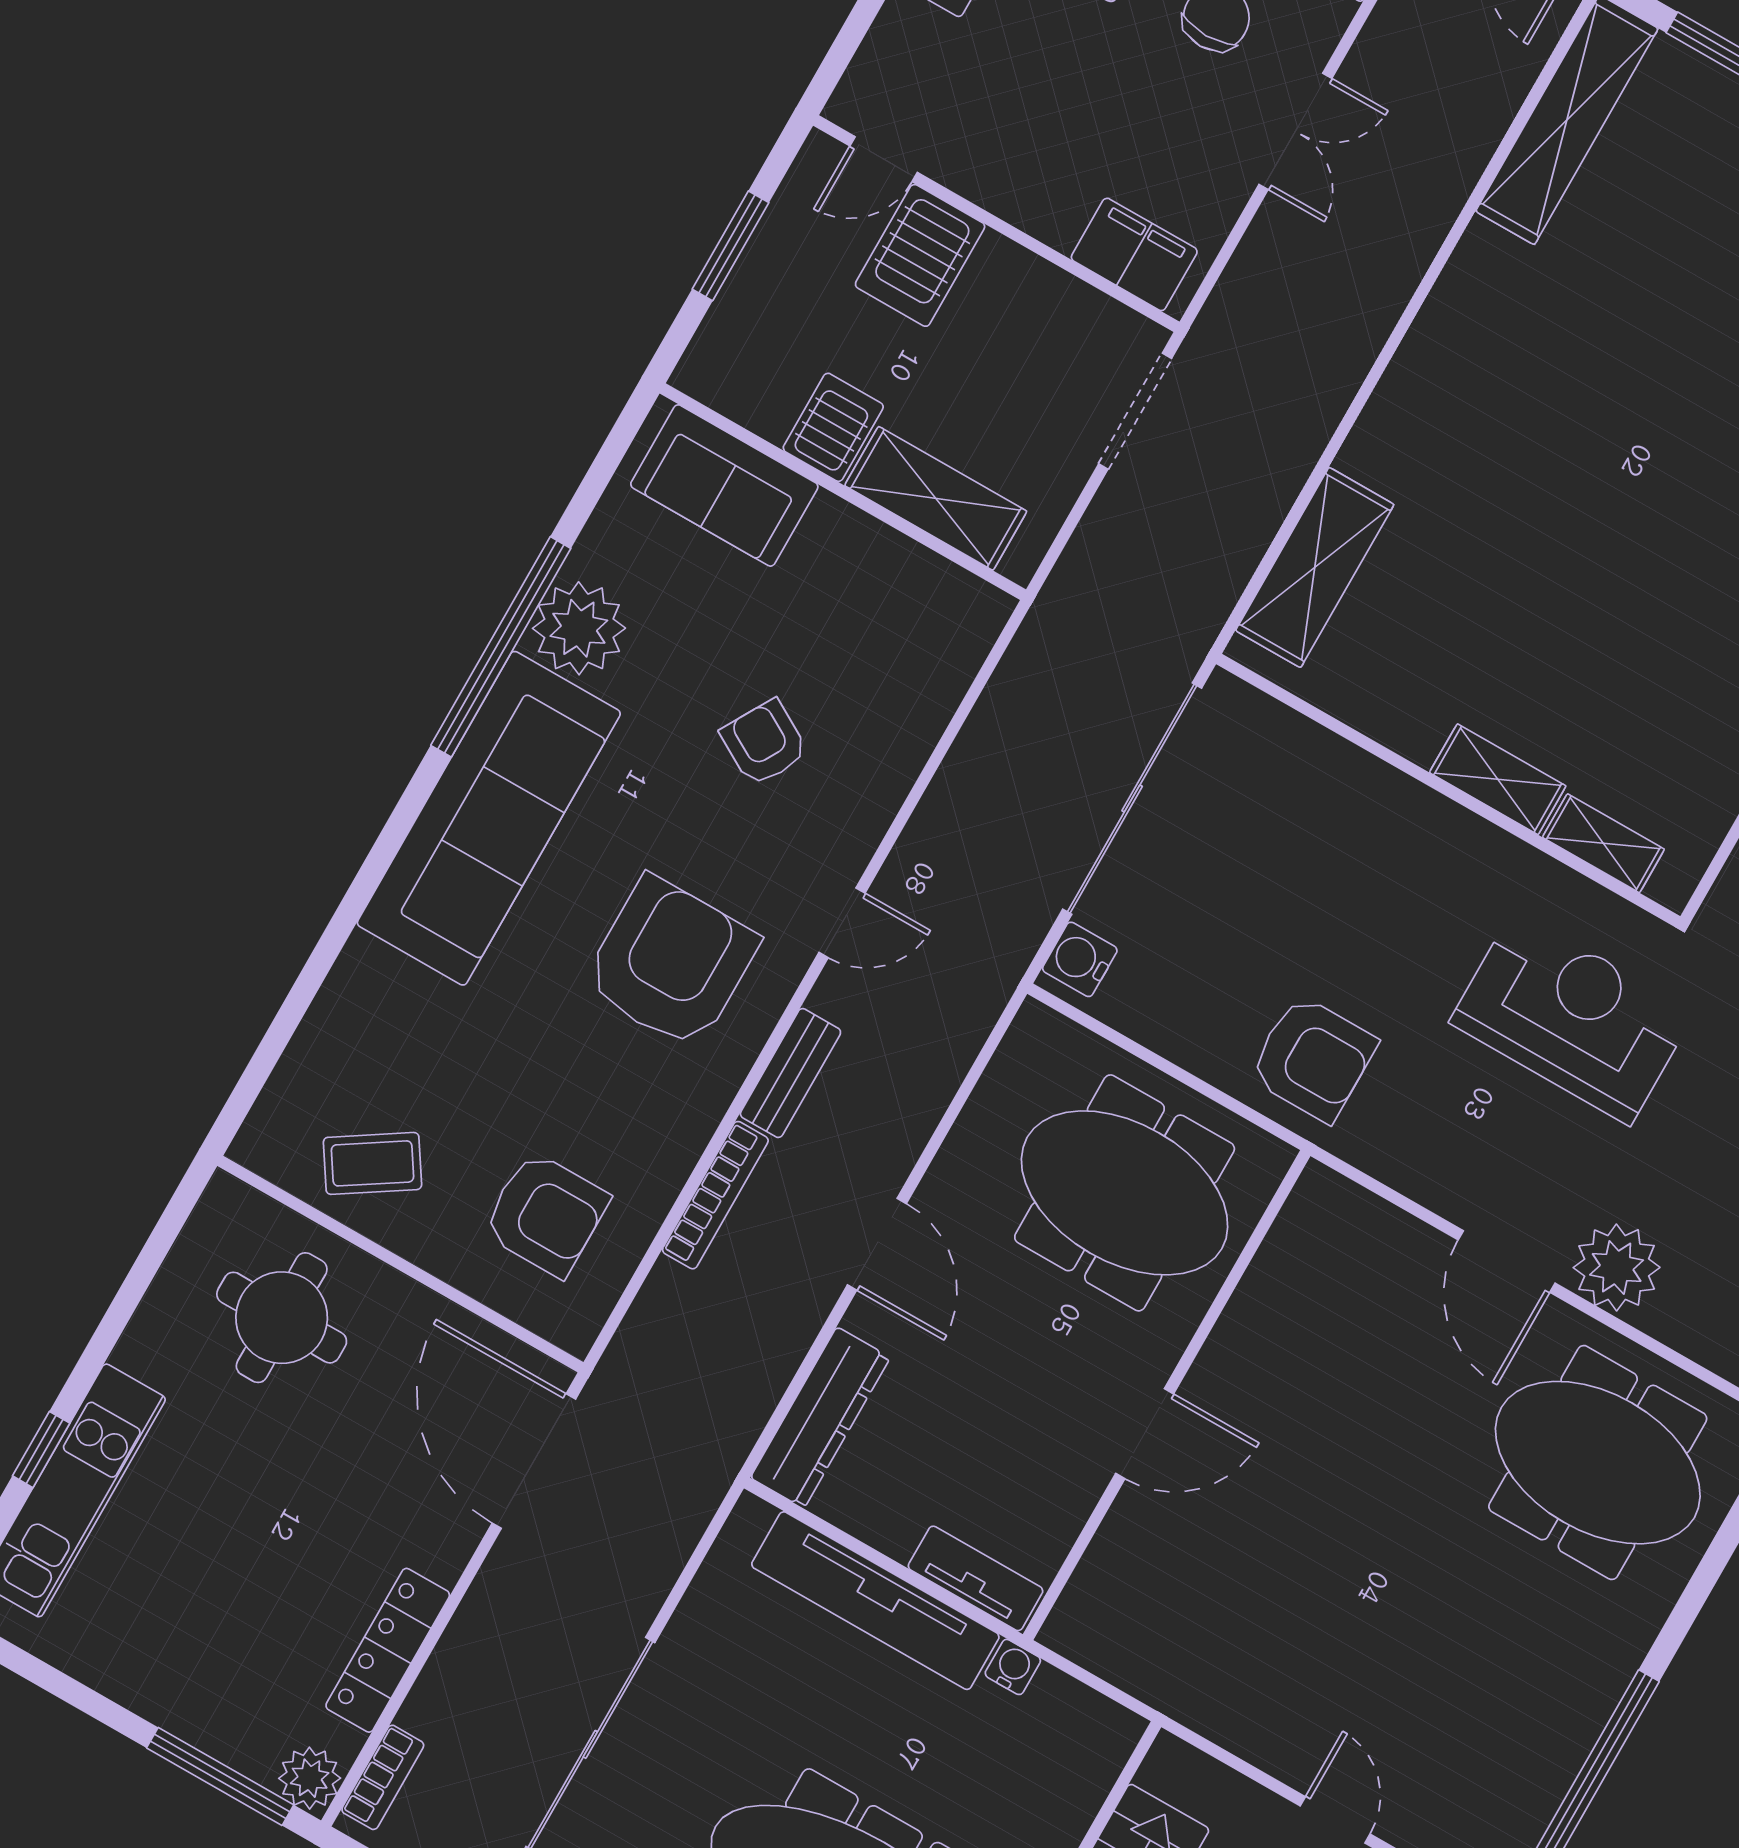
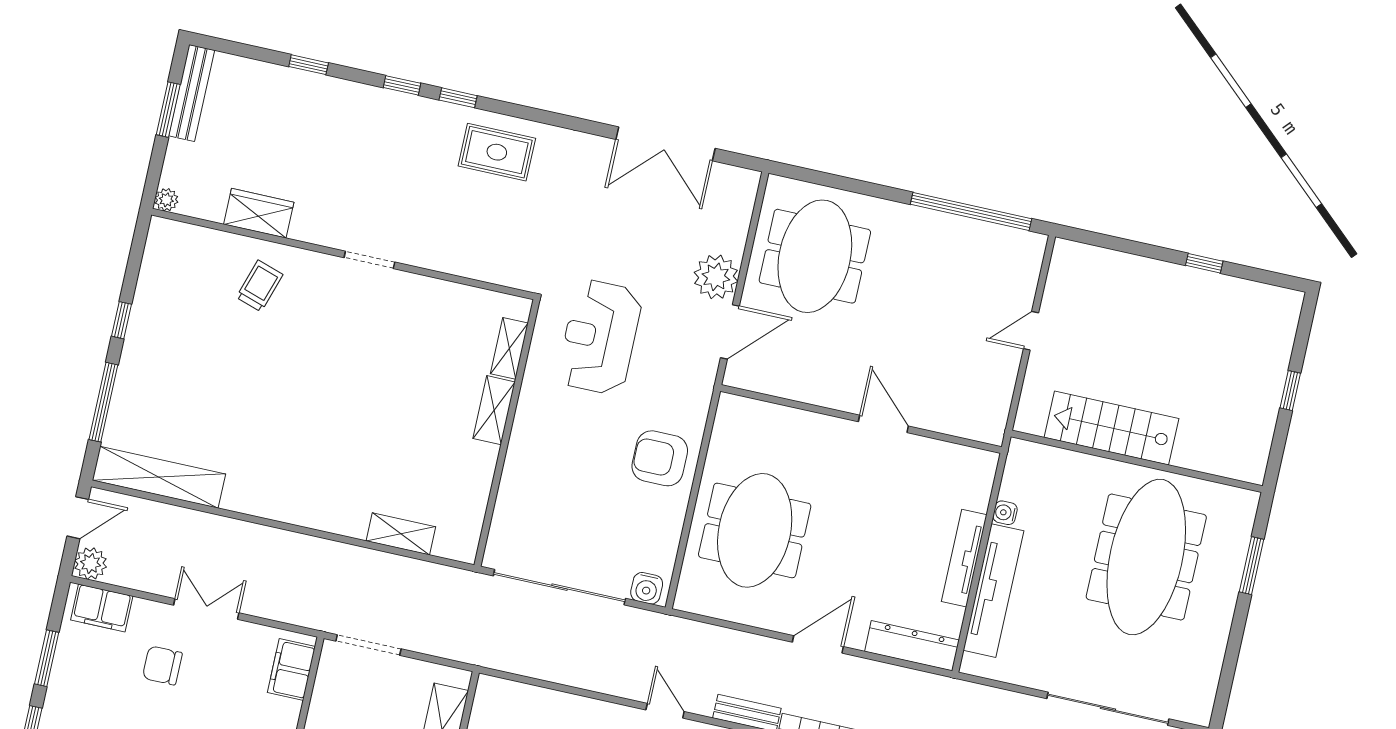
shelving: (1315, 567) -> (401, 534), width x0.67, depth x0.75
armchair: (1313, 1059) -> (660, 458), turned -90
wall: (1167, 1395) -> (861, 419), moved
door: (1145, 1434) -> (883, 424), moved
tv unit: (976, 1578) -> (964, 558), width x1.41

